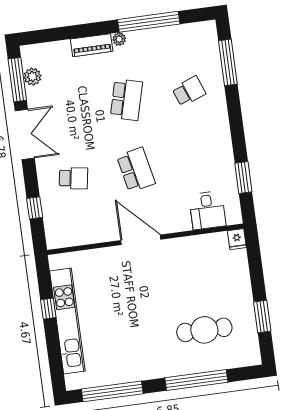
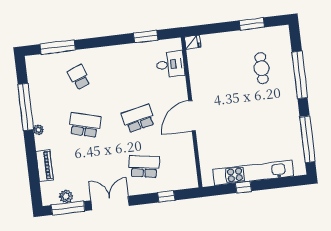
piano: (92, 45) -> (45, 166), moved
school desk: (73, 178) -> (144, 166), width x1.85
cafe table: (204, 330) -> (262, 68), width x0.73, depth x0.74

